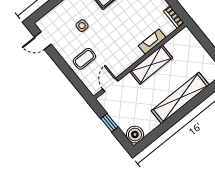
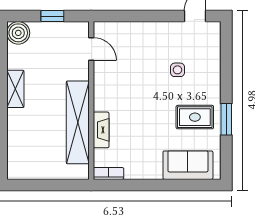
coffee table: (84, 59) -> (141, 44), removed
shelving: (151, 65) -> (78, 122), width x1.47
shelving: (180, 98) -> (15, 89), width x0.45, depth x0.75

